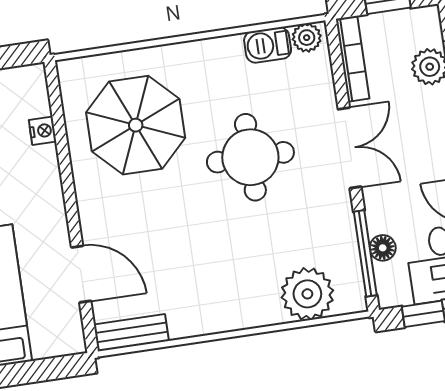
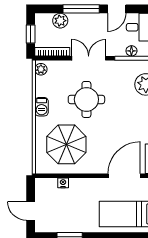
barbecue: (268, 45) -> (42, 107), moved
door: (81, 274) -> (124, 176), width x1.36

